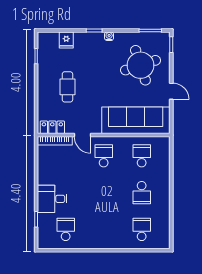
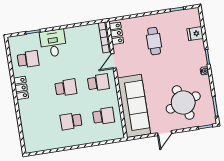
cafe table: (67, 87) -> (154, 41), turned 90
school desk: (142, 229) -> (66, 88), moved
locker: (96, 242) -> (21, 88), added

